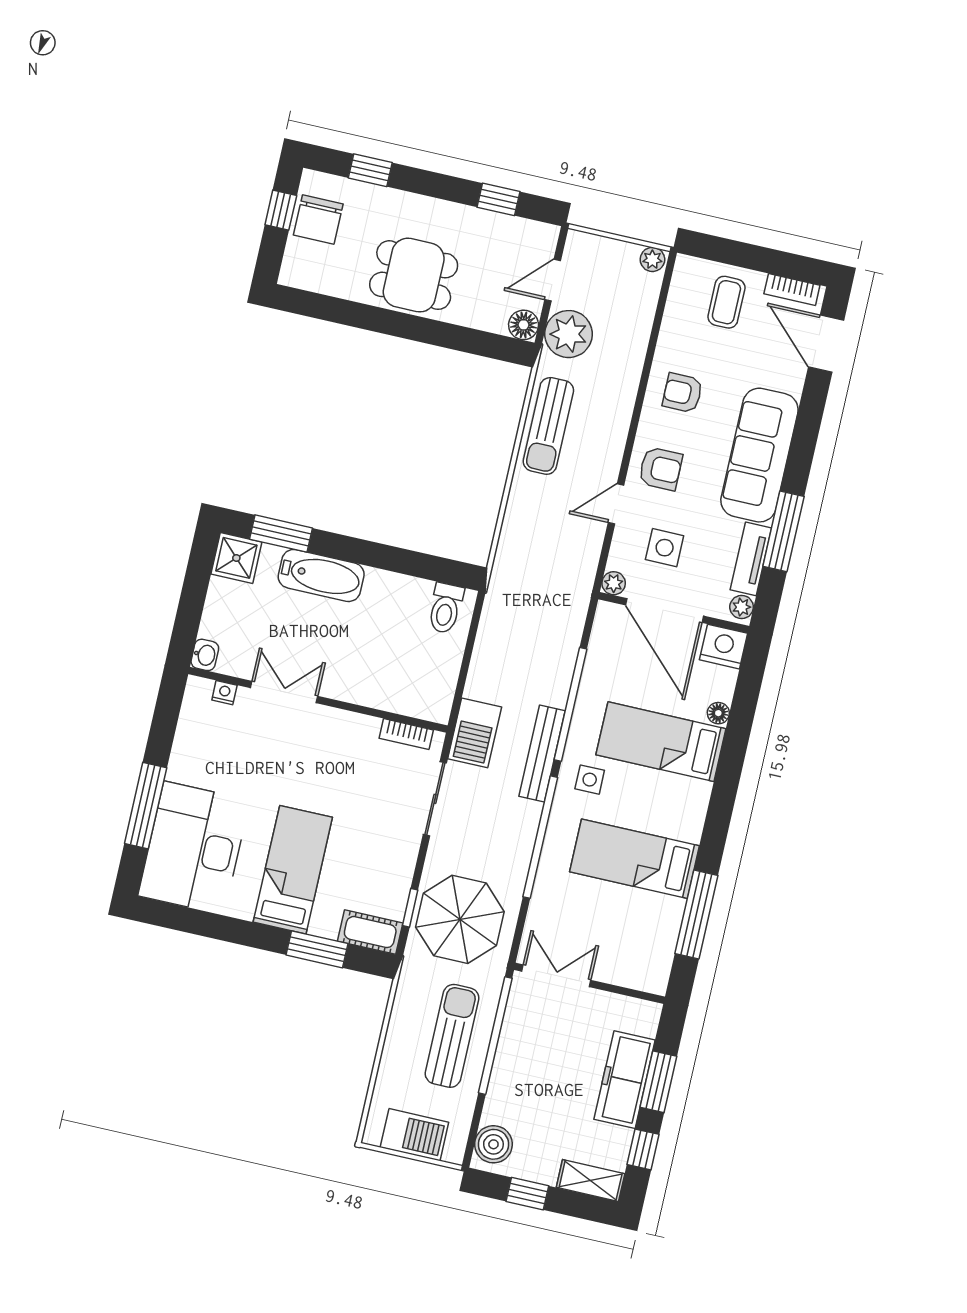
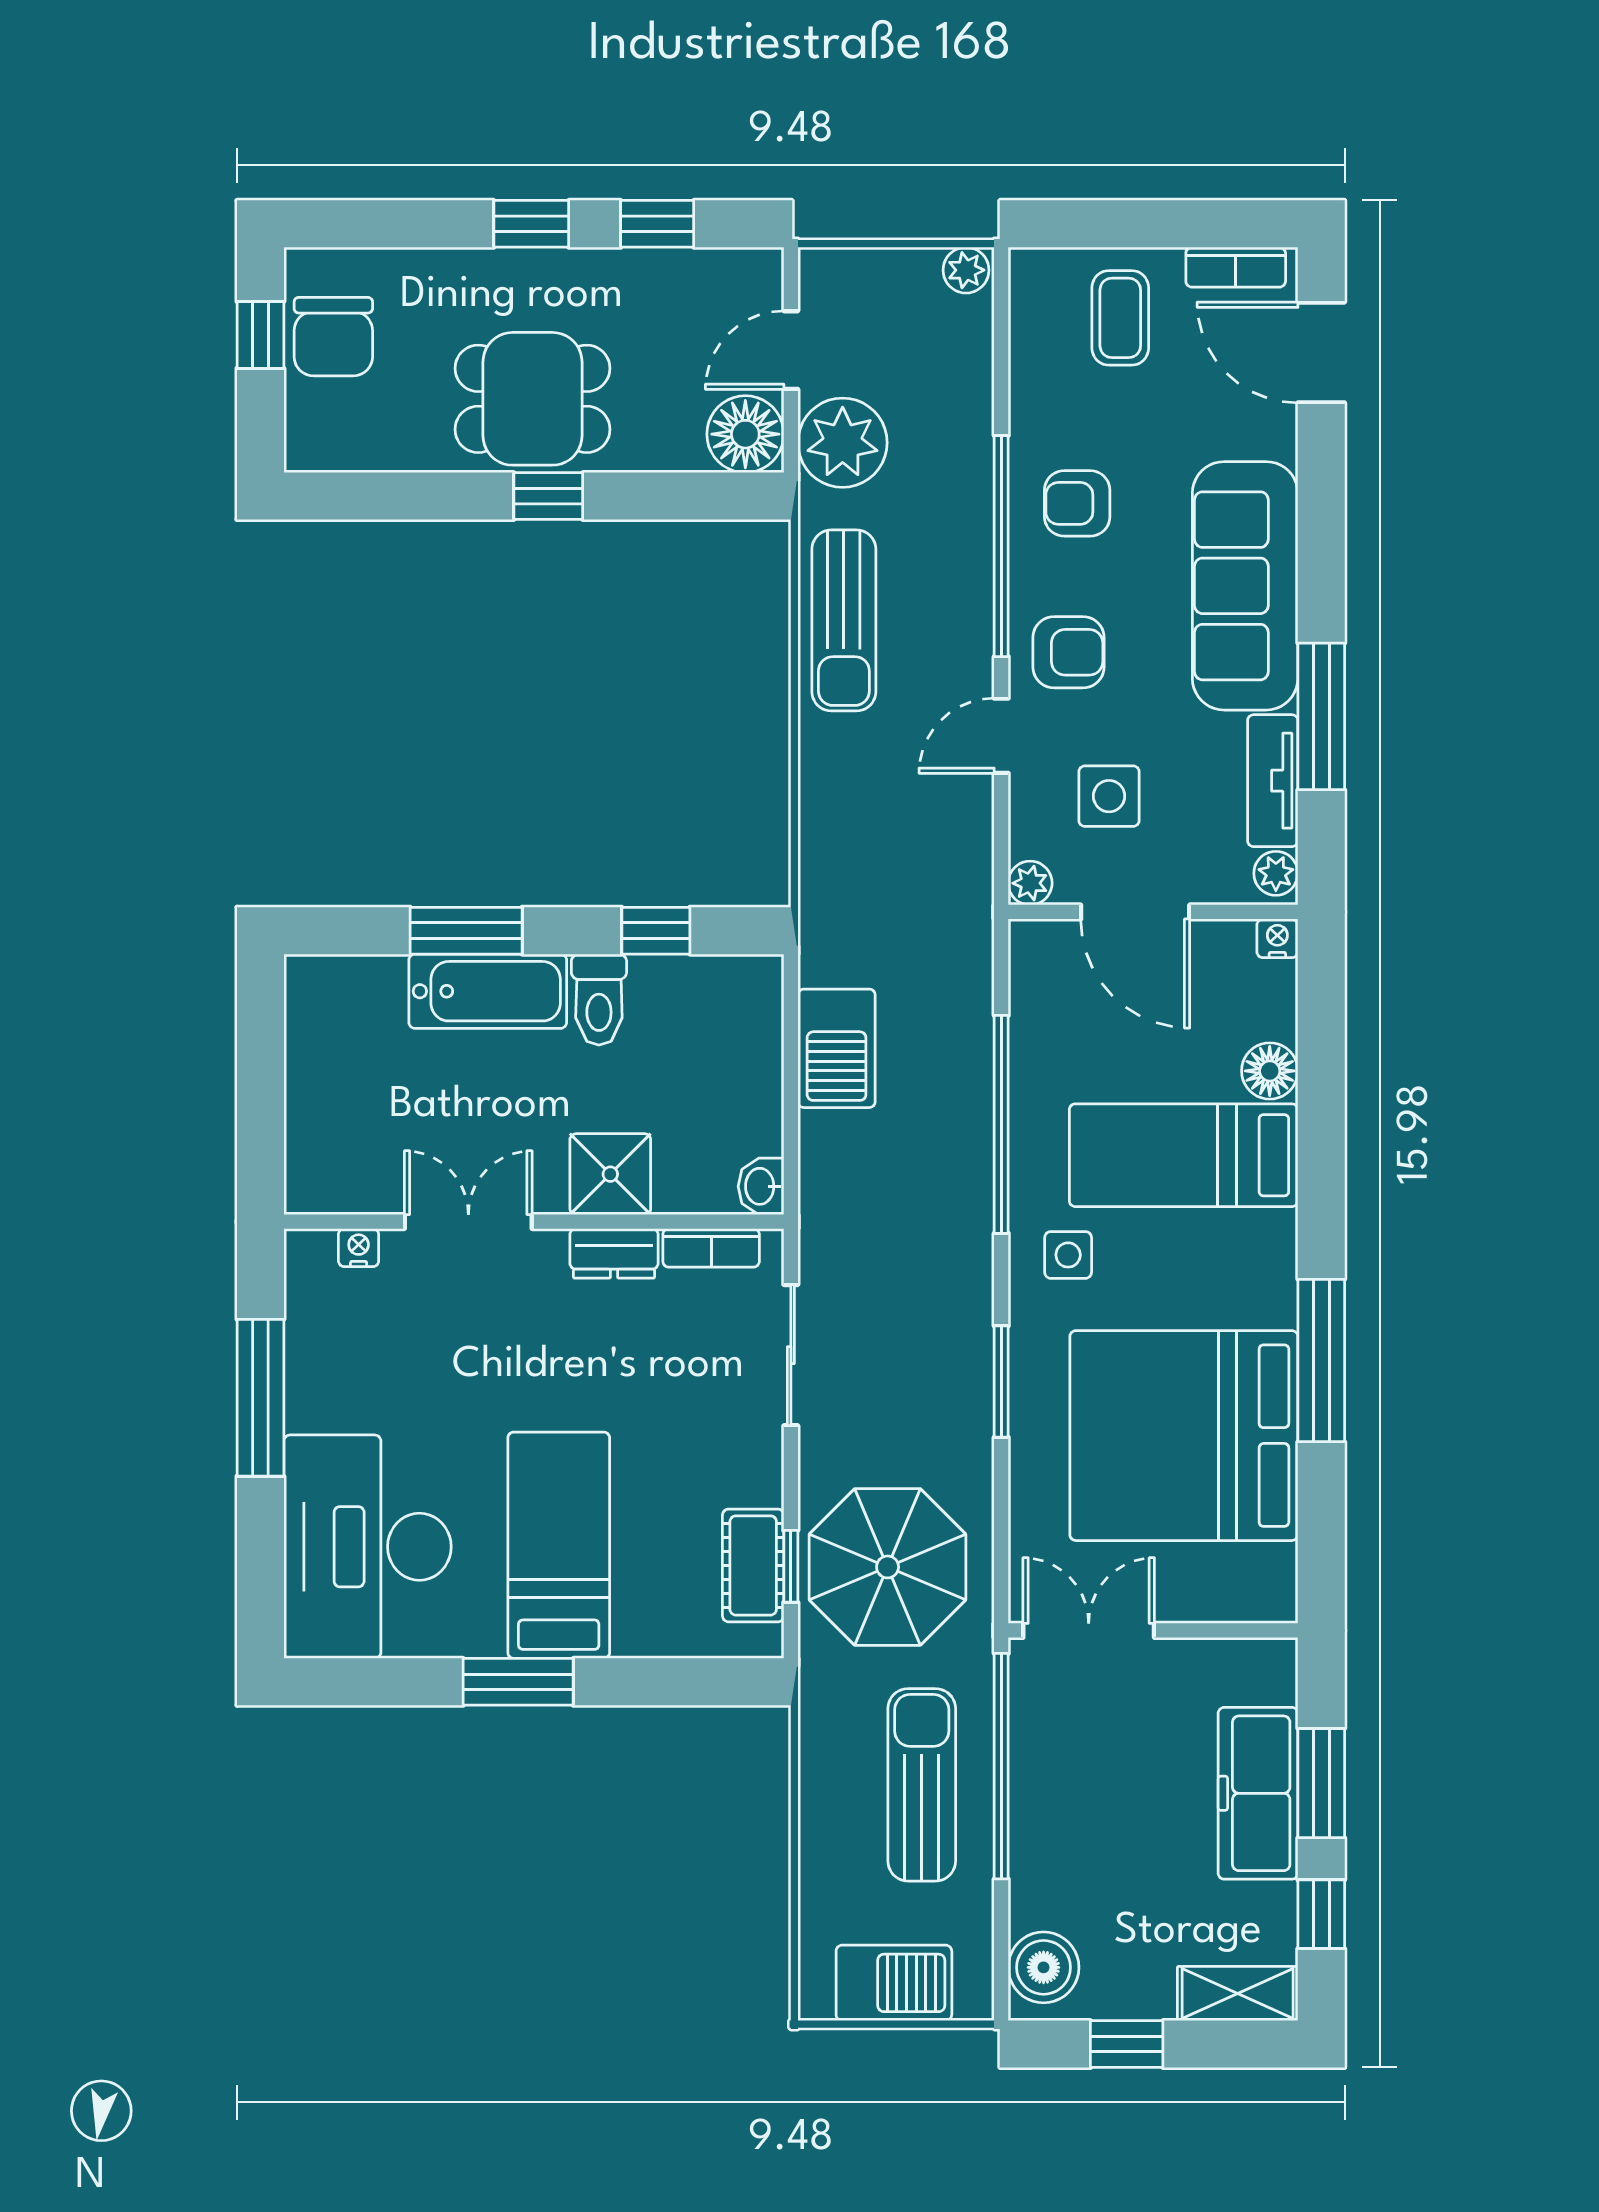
window: (370, 170) -> (531, 224), moved
floor lamp: (524, 325) -> (745, 434), width x1.38, depth x1.38
window: (410, 327) -> (548, 496), added
window: (638, 406) -> (1001, 546), added
window: (281, 534) -> (466, 931), moved
shower: (236, 558) -> (610, 1174), moved
window: (415, 564) -> (656, 931), added
toilet: (446, 608) -> (599, 1000), moved
door: (665, 610) -> (1135, 912), width x0.73
nightstand: (724, 647) -> (1277, 938), width x0.53, depth x0.56
washbasin: (205, 655) -> (761, 1186), moved, turned 180
floor lamp: (718, 713) -> (1270, 1071), width x1.37, depth x1.37
dresser: (356, 726) -> (614, 1253), added
barbecue: (475, 733) -> (837, 1048), moved
bench: (542, 754) -> (969, 1227), removed
window: (146, 806) -> (260, 1398), moved
window: (540, 837) -> (1001, 1382), width x0.47
bed: (634, 859) -> (1184, 1436), width x2.04
window: (696, 915) -> (1321, 1361), moved
cot: (370, 932) -> (753, 1565), moved, turned 90
window: (317, 949) -> (518, 1682), moved

